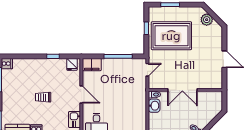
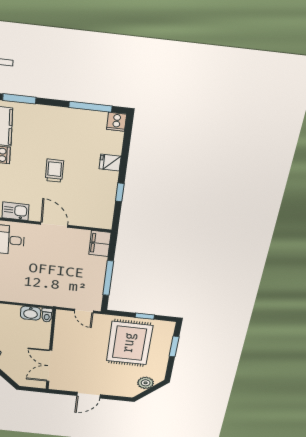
fridge: (72, 64) -> (110, 162), moved
double door: (182, 90) -> (49, 366), moved
door: (81, 95) -> (54, 225), swing flipped

